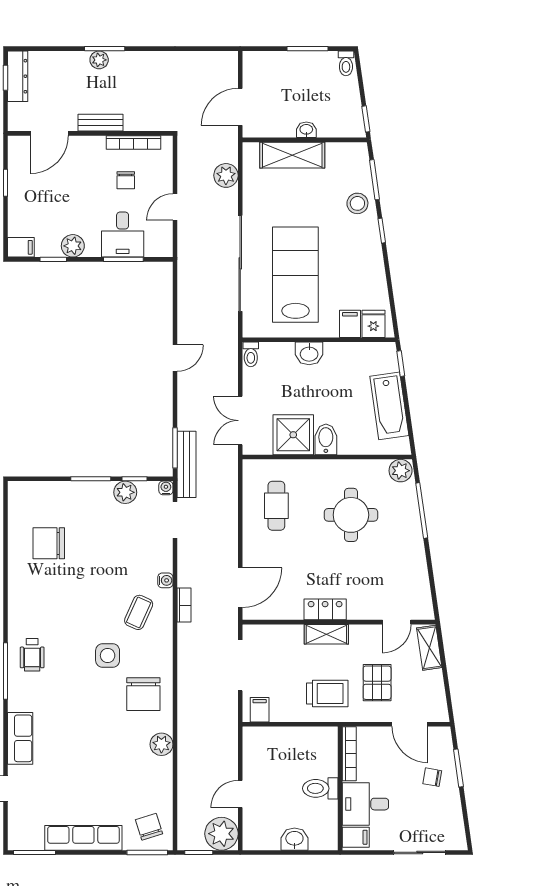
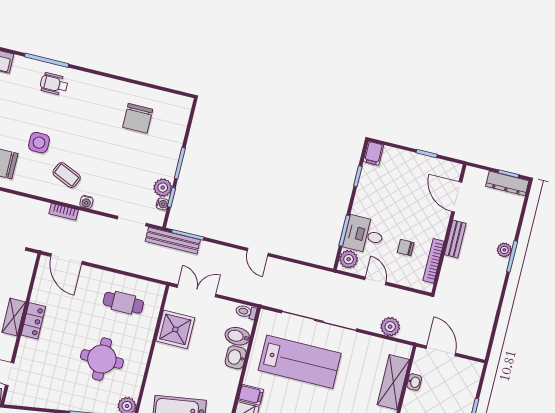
washbasin: (306, 130) -> (414, 382), moved
plant: (73, 246) -> (349, 259), moved
bidet: (326, 439) -> (237, 336), moved, turned 180
water cooler: (166, 488) -> (162, 204), moved
chair: (49, 543) -> (138, 118), turned 180

